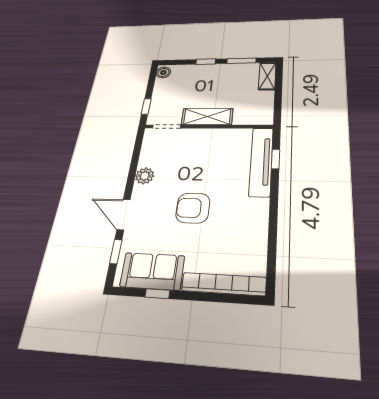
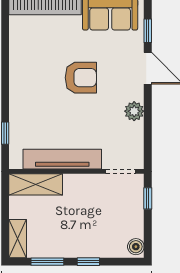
shelving: (207, 117) -> (36, 184), moved
tv unit: (261, 161) -> (62, 159), moved, turned -90

